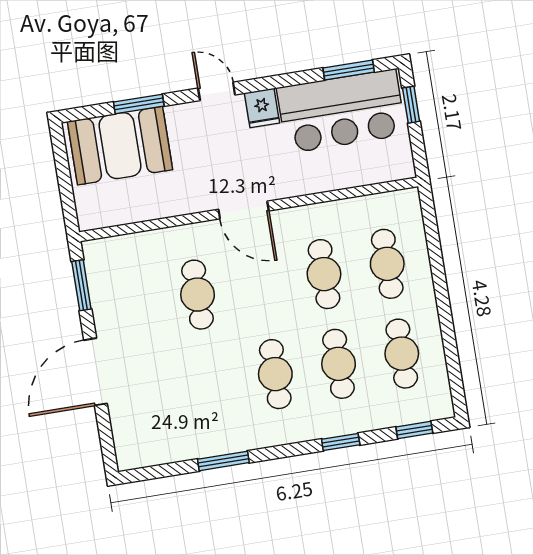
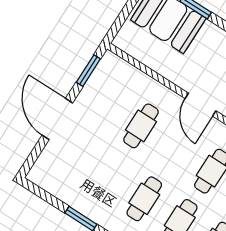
door: (96, 372) -> (57, 119), hinge flipped

